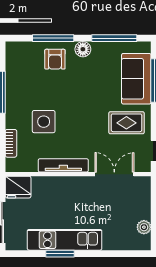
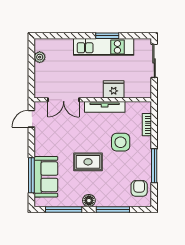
armchair: (55, 59) -> (139, 188), moved
rug: (126, 123) -> (88, 162), moved
fridge: (18, 187) -> (114, 89), moved

